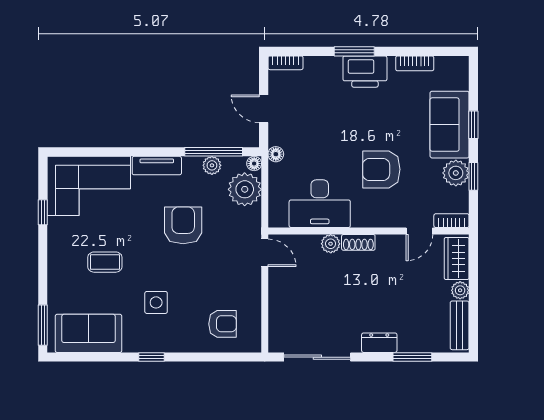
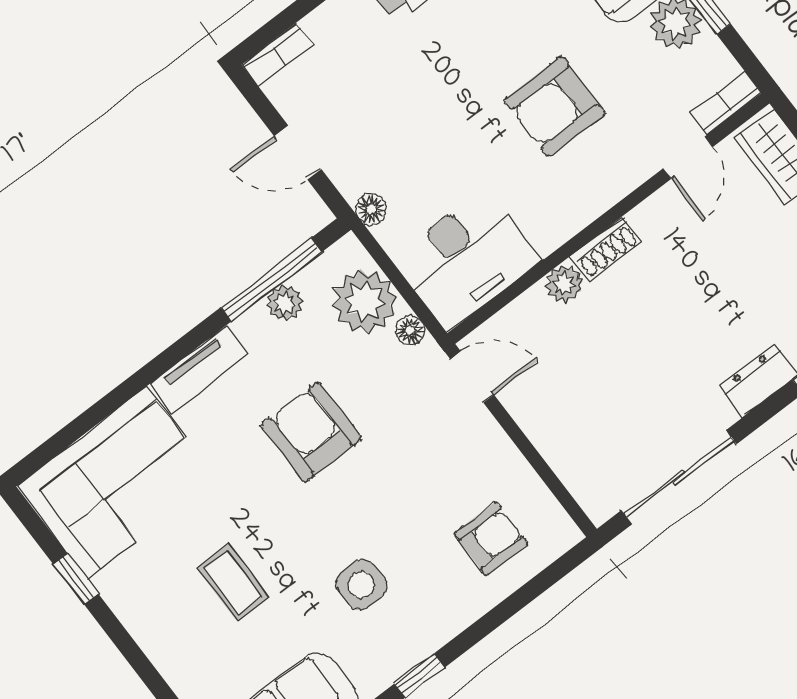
floor lamp: (254, 164) -> (410, 331), moved
desk: (320, 204) -> (466, 259), moved
coffee table: (105, 262) -> (233, 583), turned 90

